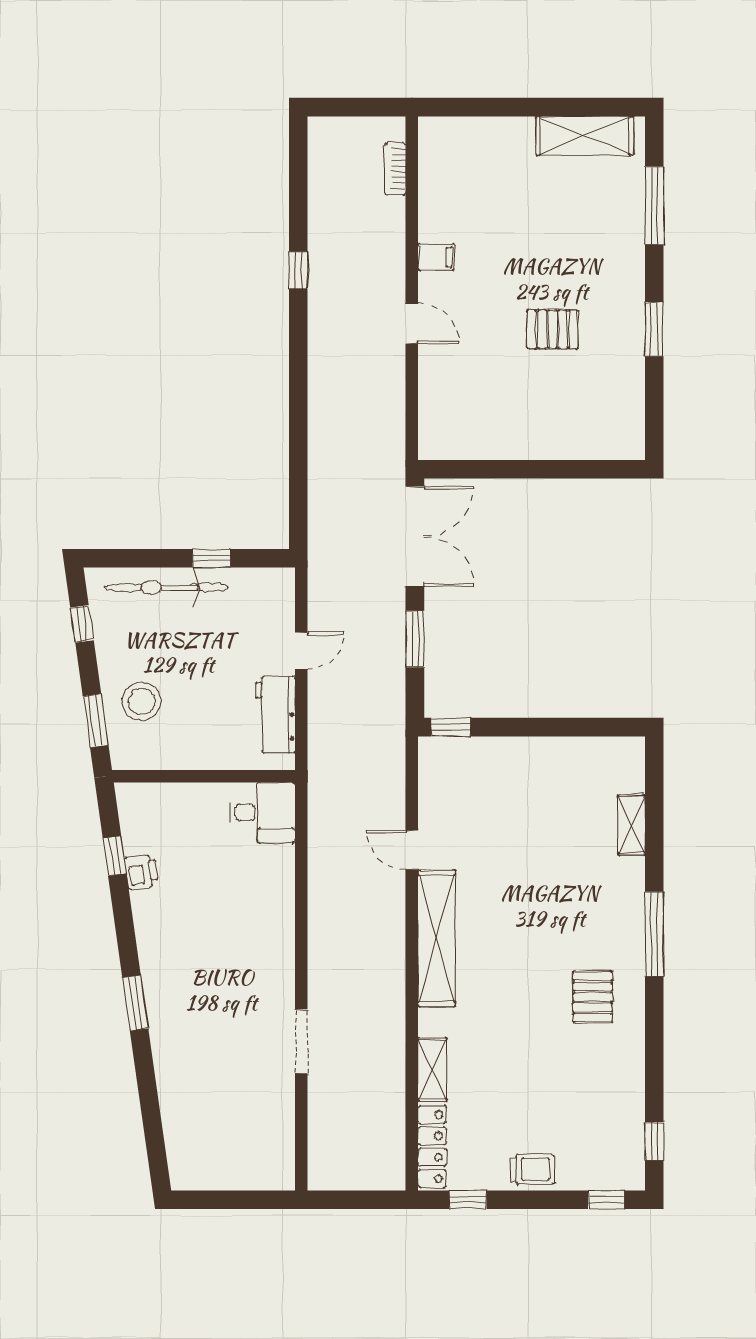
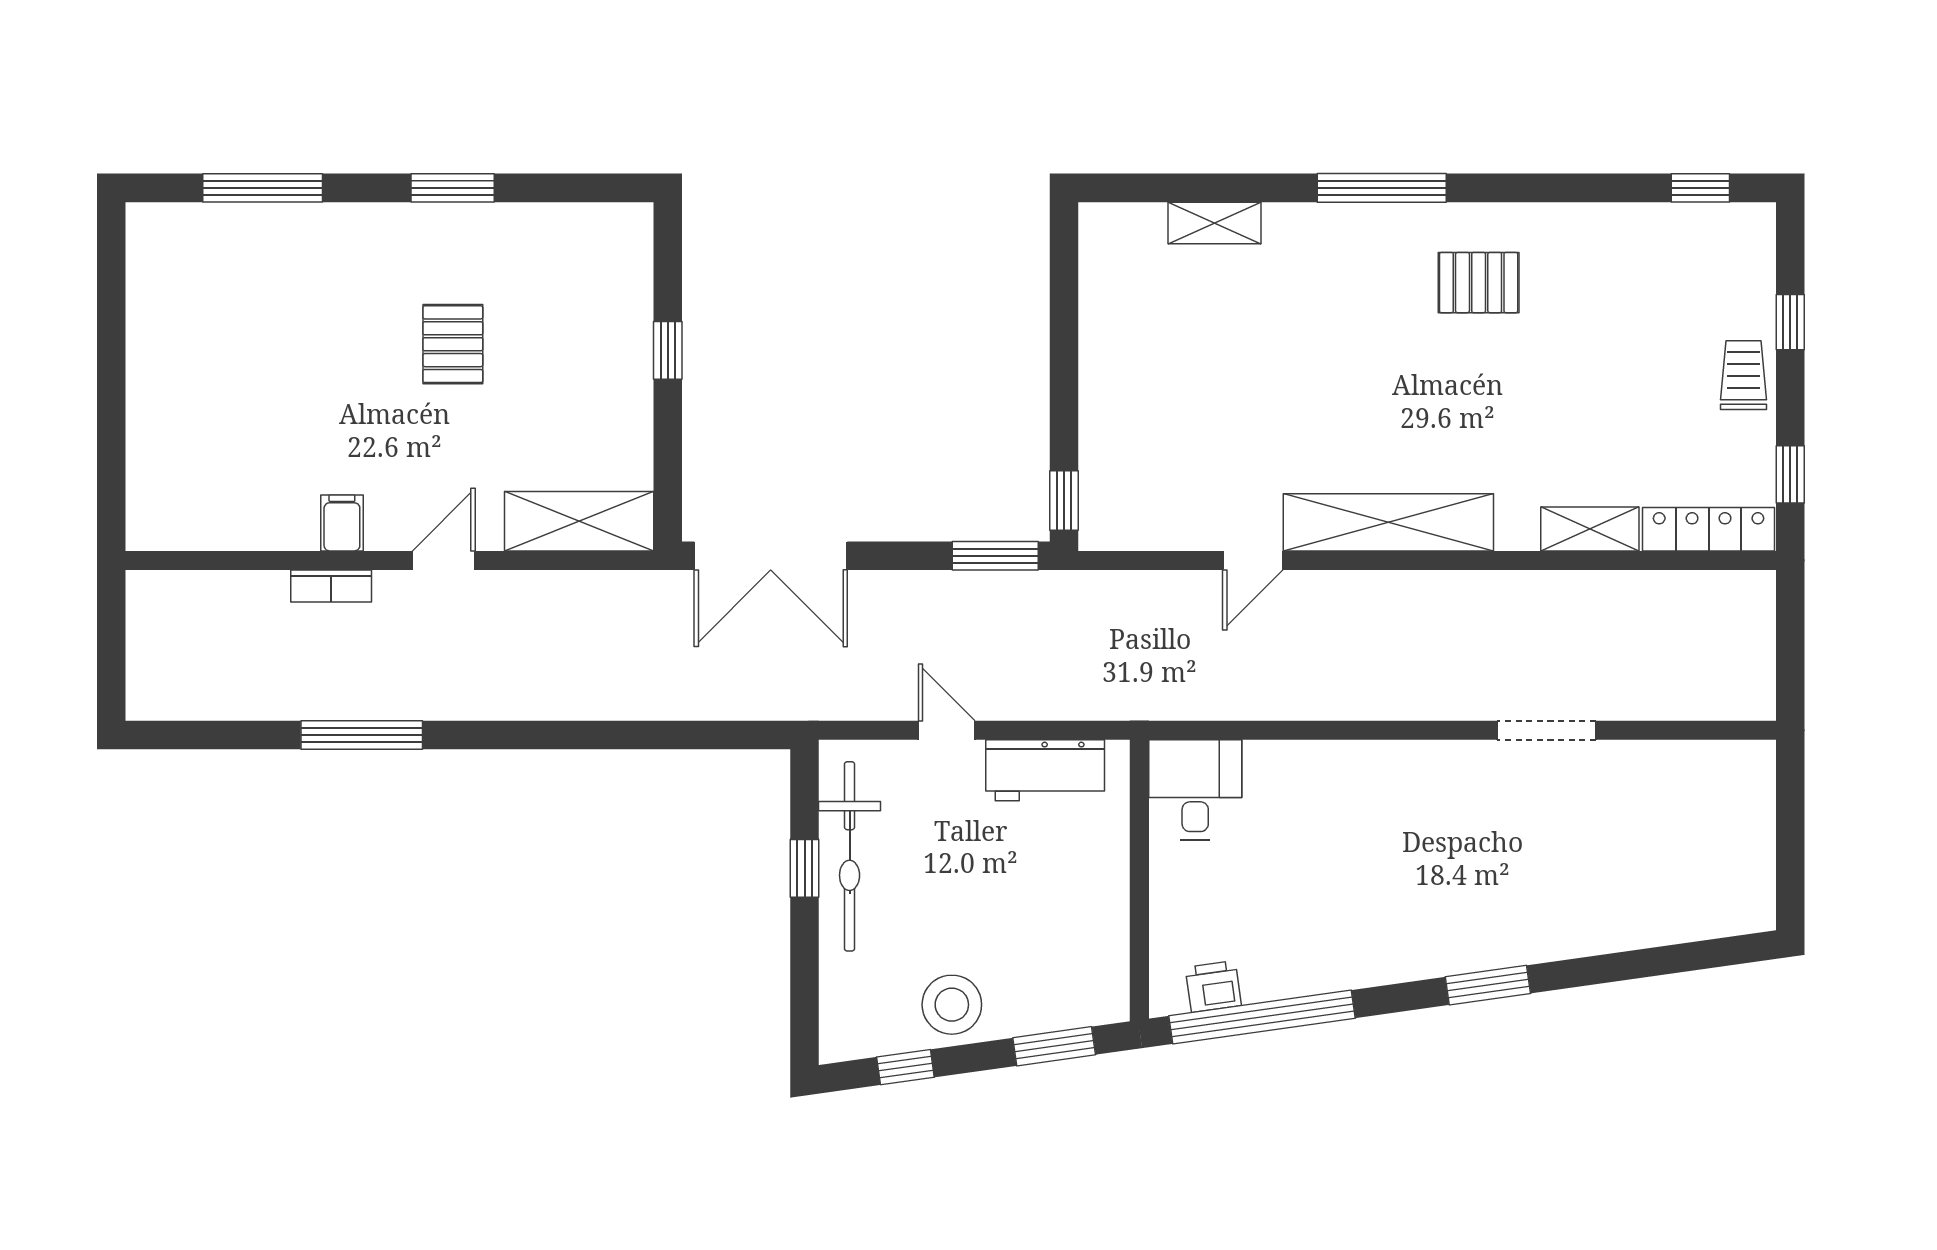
shelving: (585, 136) -> (579, 521), moved, turned 90
bookcase: (395, 169) -> (331, 586), moved
window: (298, 270) -> (362, 735), width x2.17
window: (548, 469) -> (668, 350), added
double door: (415, 536) -> (771, 556), swing flipped
bicycle: (166, 588) -> (850, 856), moved
window: (415, 639) -> (995, 556), moved
stool: (141, 701) -> (952, 1005), moved
window: (115, 856) -> (1262, 1017), width x3.17
printer: (141, 872) -> (1213, 986), moved
window: (606, 1200) -> (1790, 322), moved

